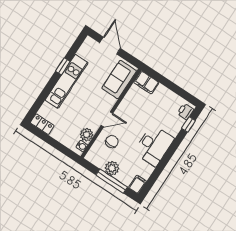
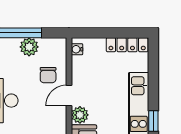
locker: (42, 124) -> (127, 45), width x1.53
plant: (87, 135) -> (80, 115), moved

